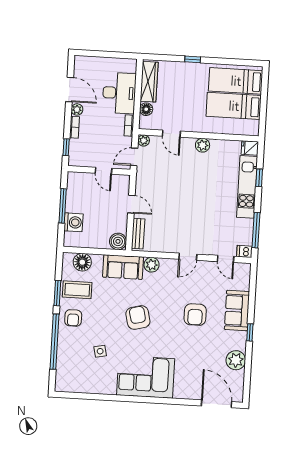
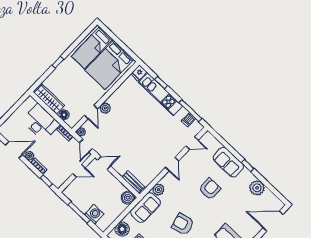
bed: (234, 106) -> (109, 65), width x1.50
door: (171, 134) -> (91, 112), hinge flipped
plant: (203, 145) -> (105, 108), moved
door: (131, 204) -> (104, 163), moved
dishwasher: (244, 251) -> (189, 120), moved
armchair: (195, 315) -> (210, 189), turned -90

